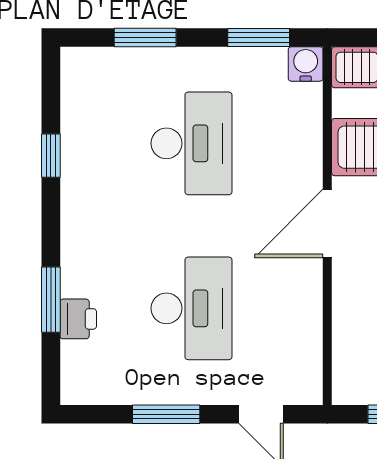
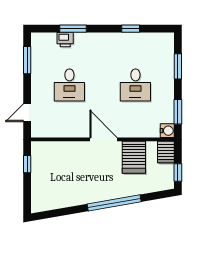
desk: (191, 143) -> (135, 85), width x0.73
desk: (191, 308) -> (69, 85), width x0.73
window: (166, 414) -> (27, 60), moved

